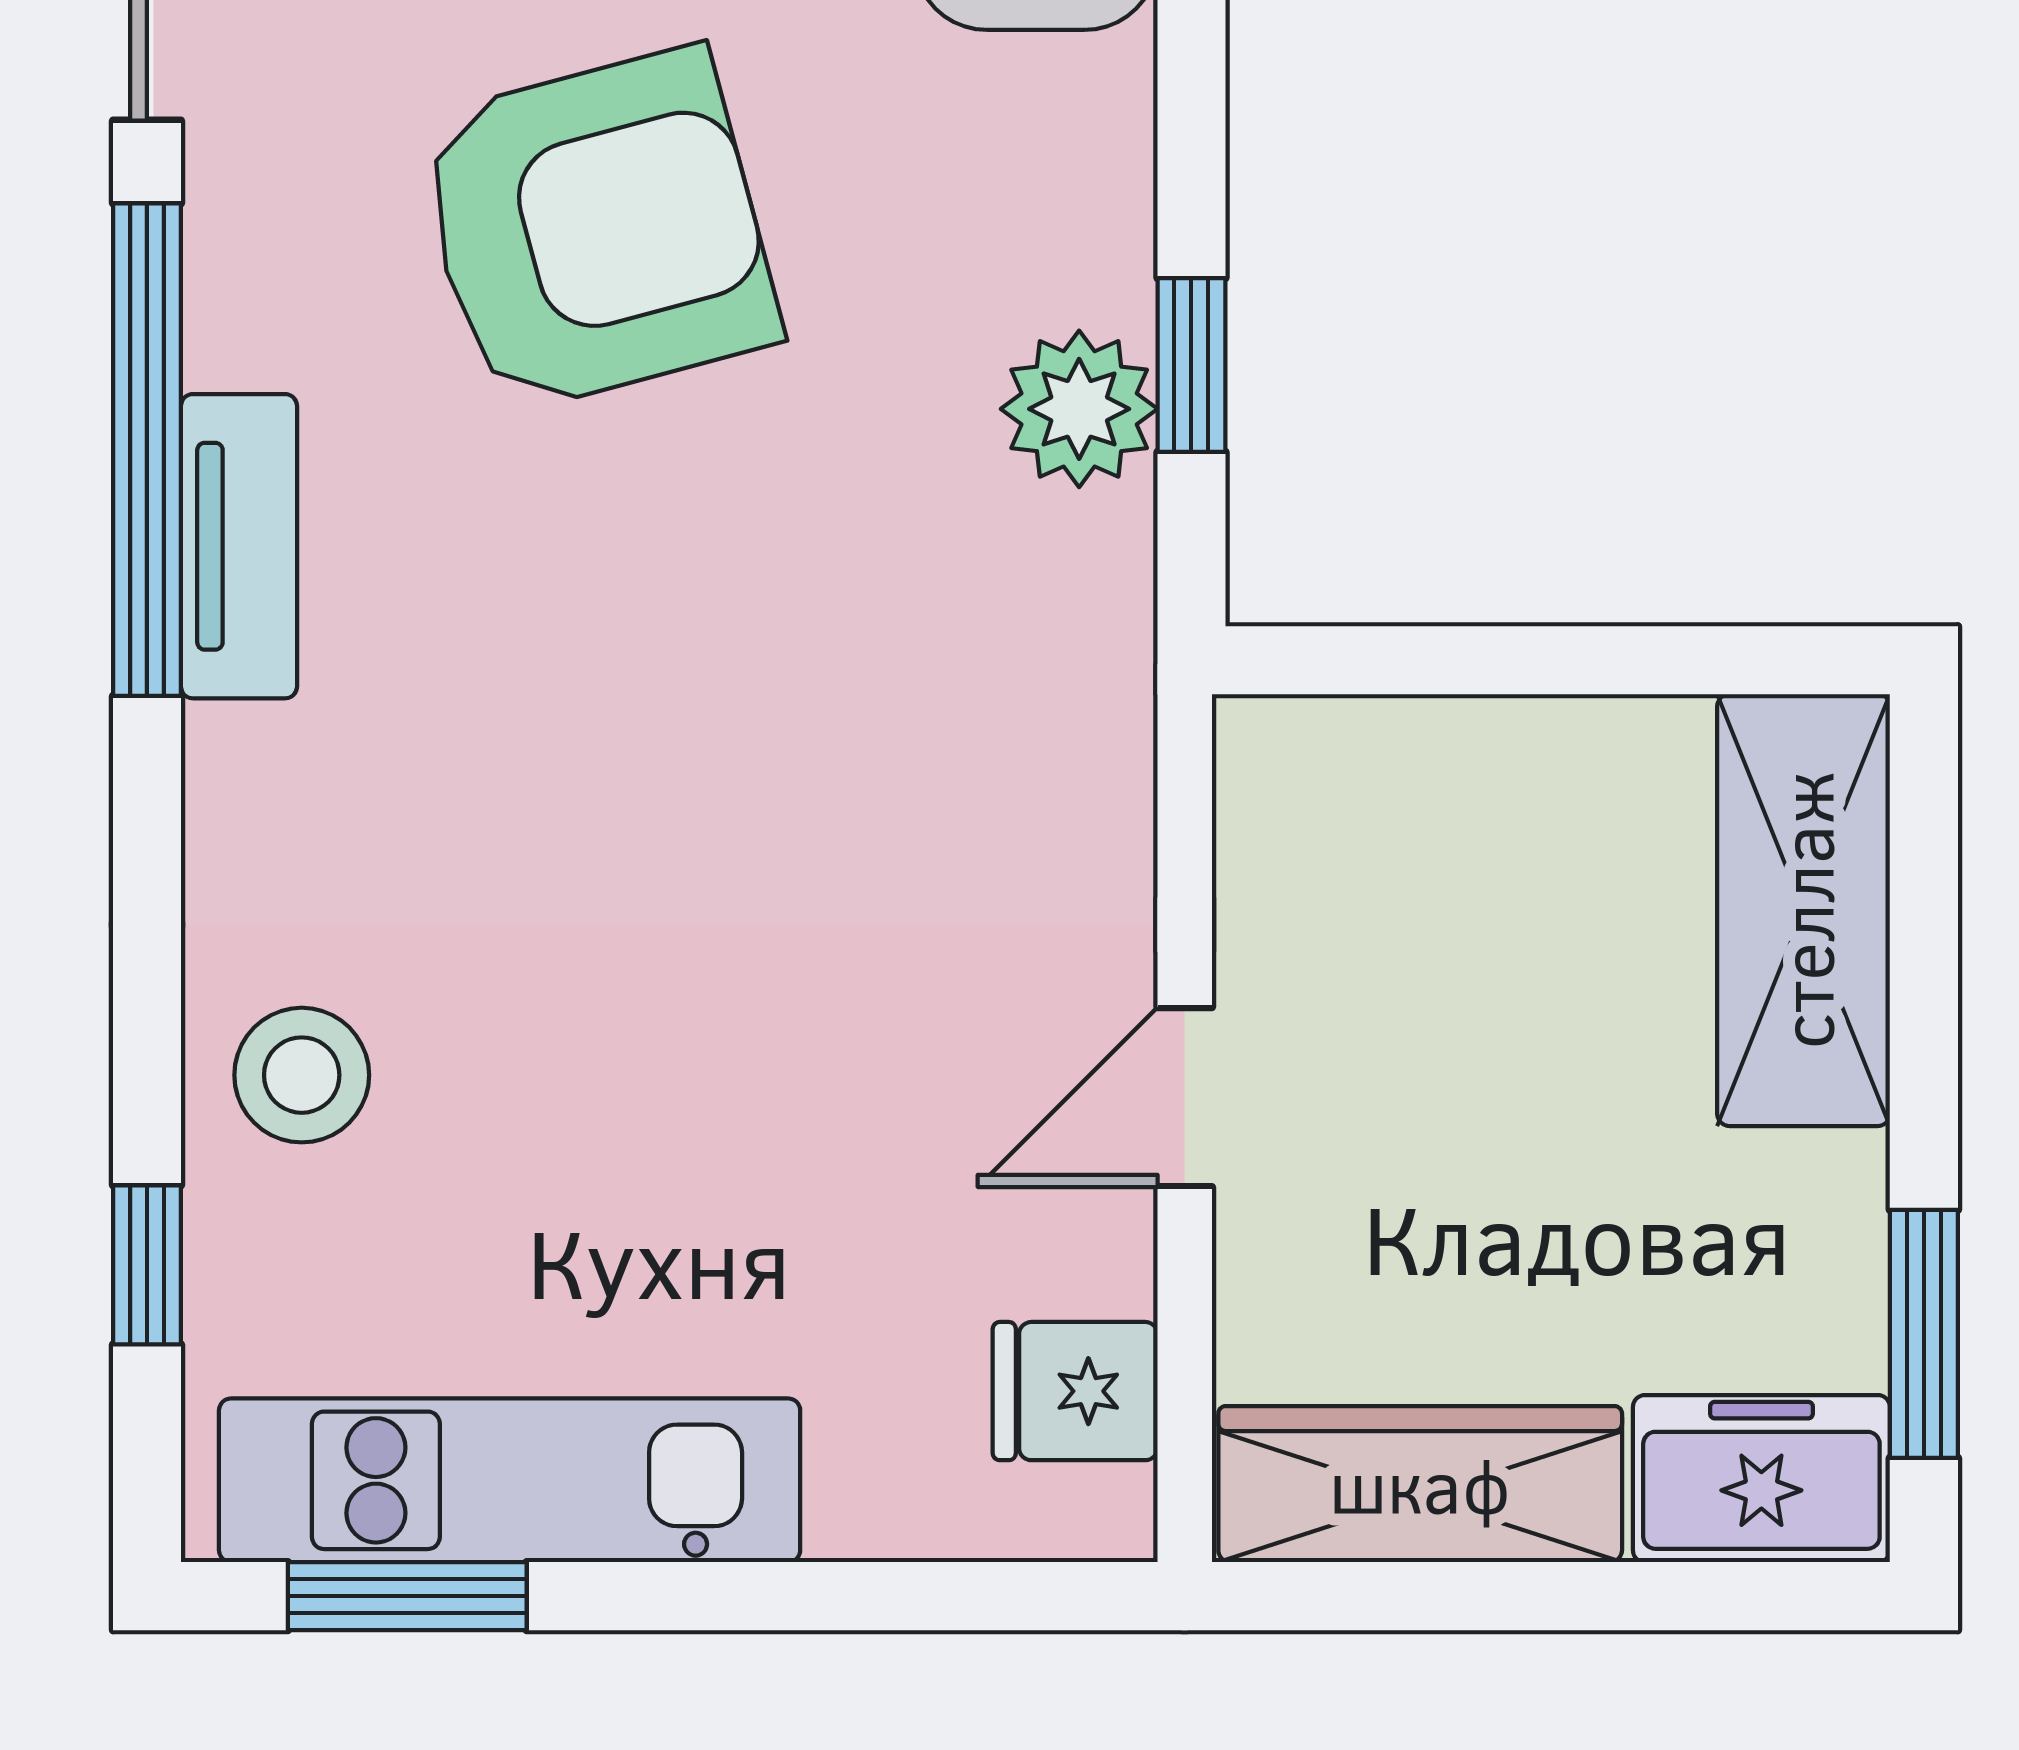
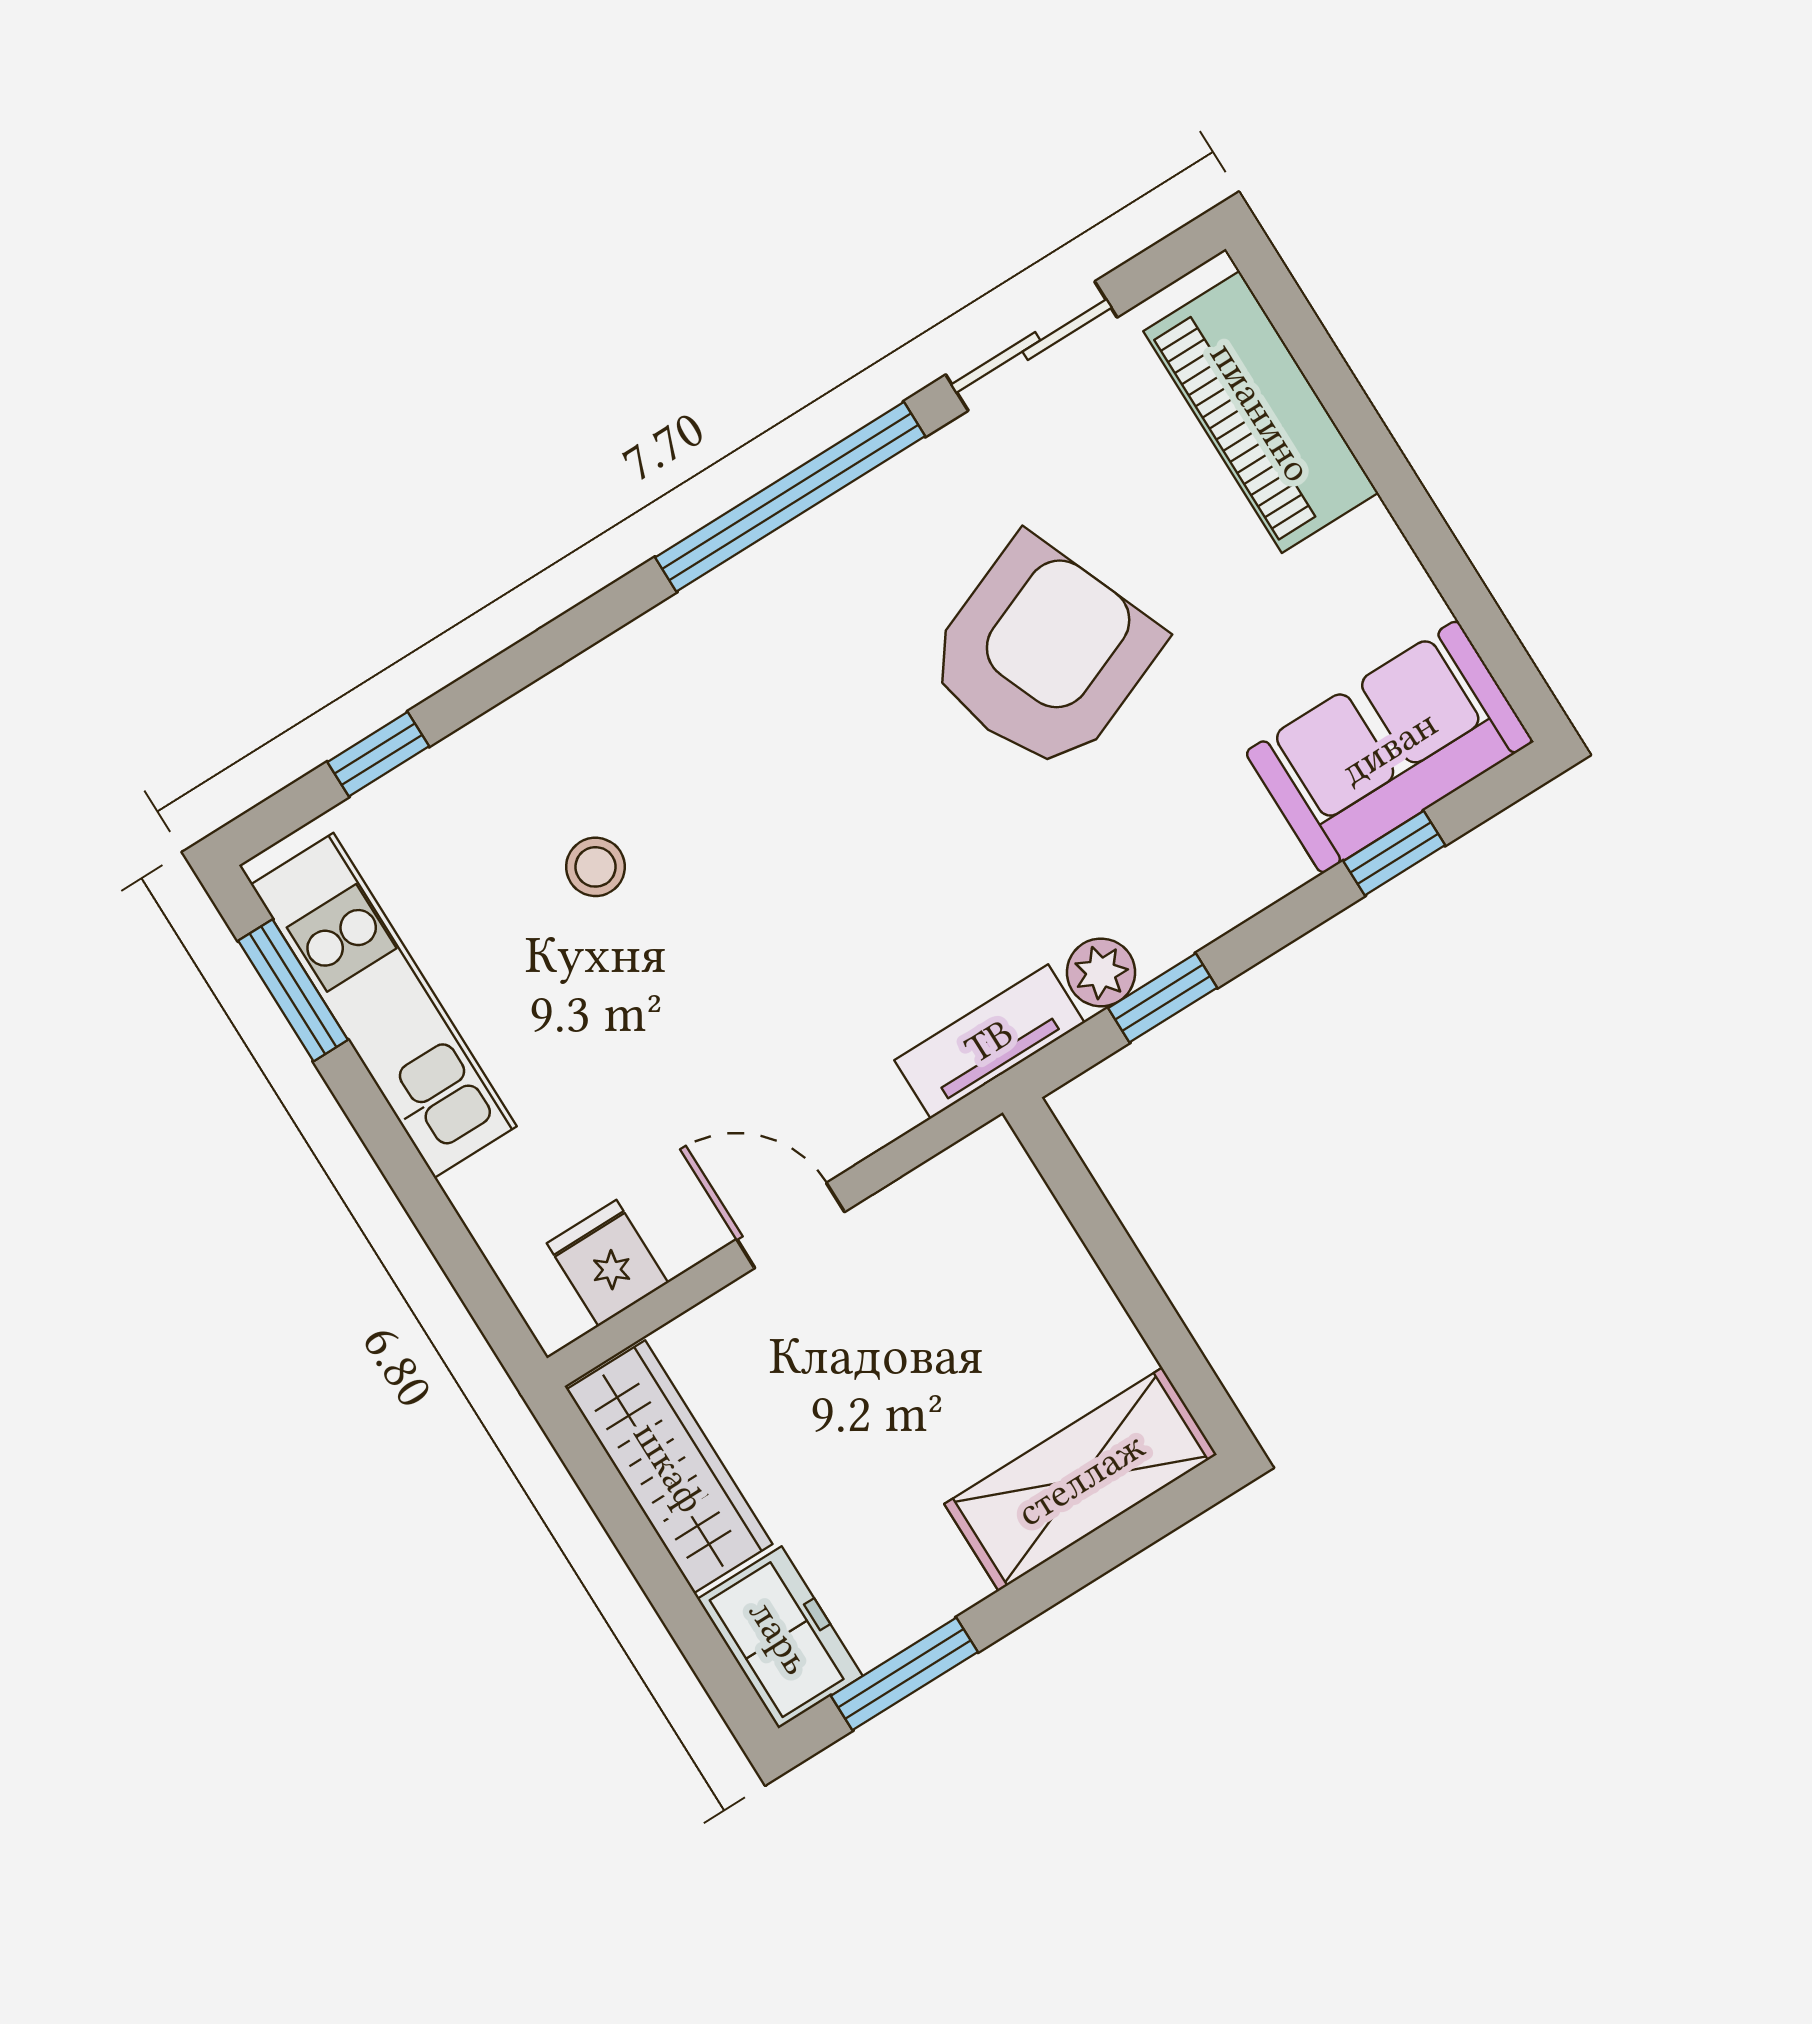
armchair: (597, 231) -> (1043, 655), turned -97
plant: (1079, 409) -> (1101, 972), width x0.73, depth x0.73
tv unit: (239, 546) -> (989, 1041), moved, turned 180
stool: (302, 1075) -> (595, 867), moved, width x0.73, depth x0.73

